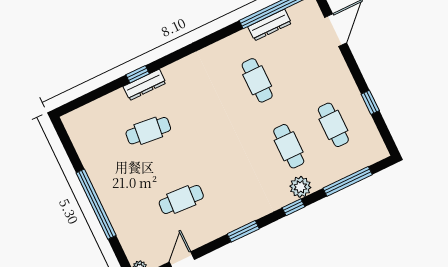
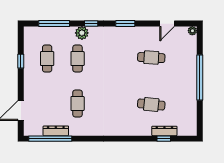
window: (138, 74) -> (164, 139), moved
dresser: (145, 85) -> (164, 131), moved

